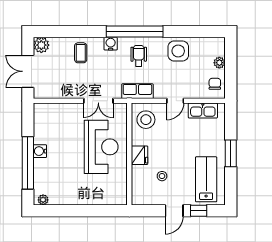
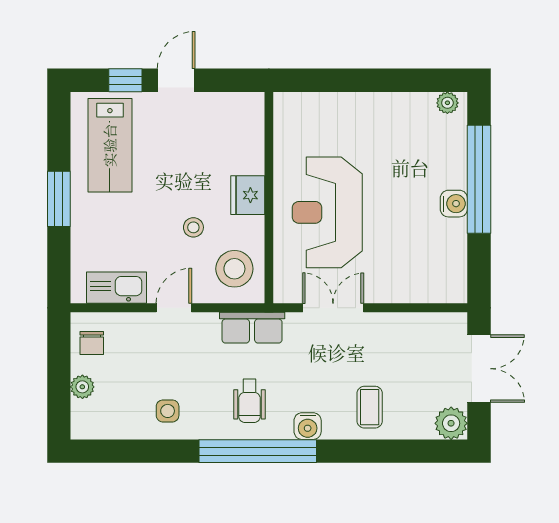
side table: (178, 51) -> (168, 411), width x0.54, depth x0.54
stool: (162, 176) -> (193, 227), moved

